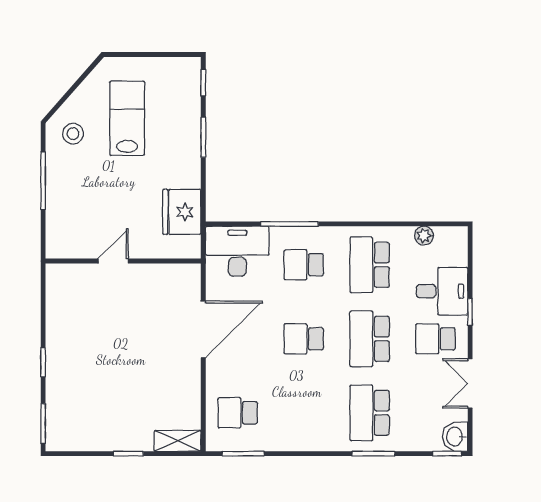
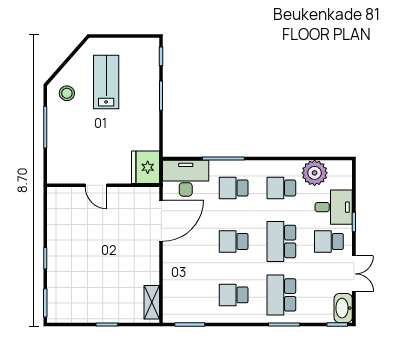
fridge: (182, 212) -> (146, 167), moved
plant: (424, 236) -> (315, 173), width x1.87, depth x1.87
door: (113, 261) -> (96, 185), swing flipped
school desk: (370, 265) -> (281, 188), width x0.54
door: (203, 329) -> (161, 221), moved
double door: (470, 383) -> (354, 274), swing flipped
school desk: (238, 413) -> (234, 295), moved
washbasin: (455, 437) -> (343, 308), width x1.38
shelving: (178, 441) -> (152, 302), moved, turned 90

